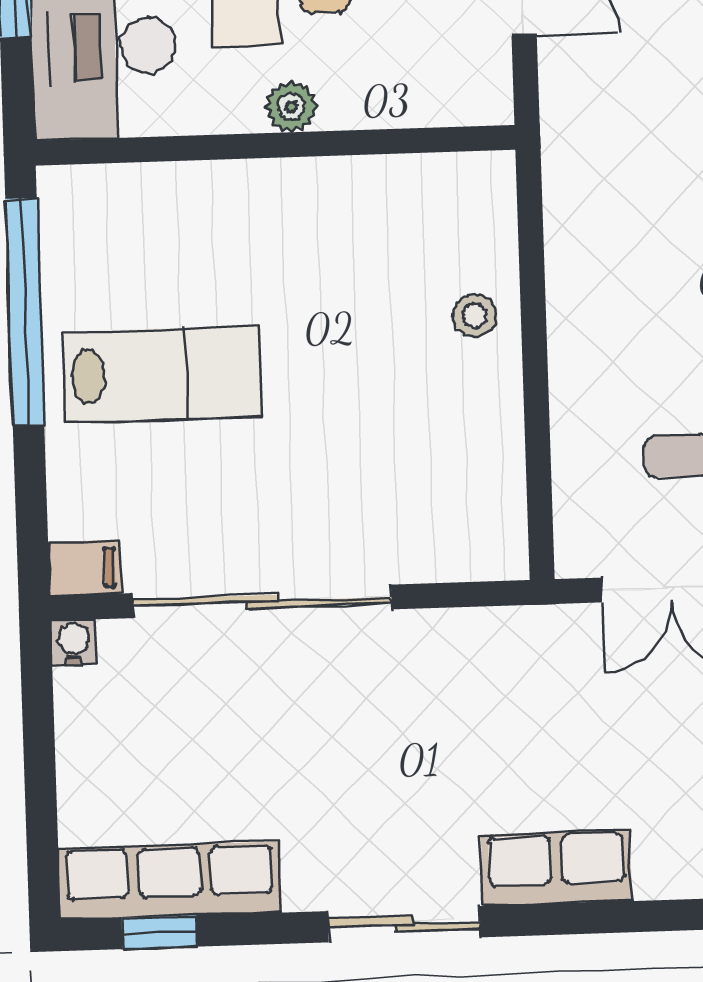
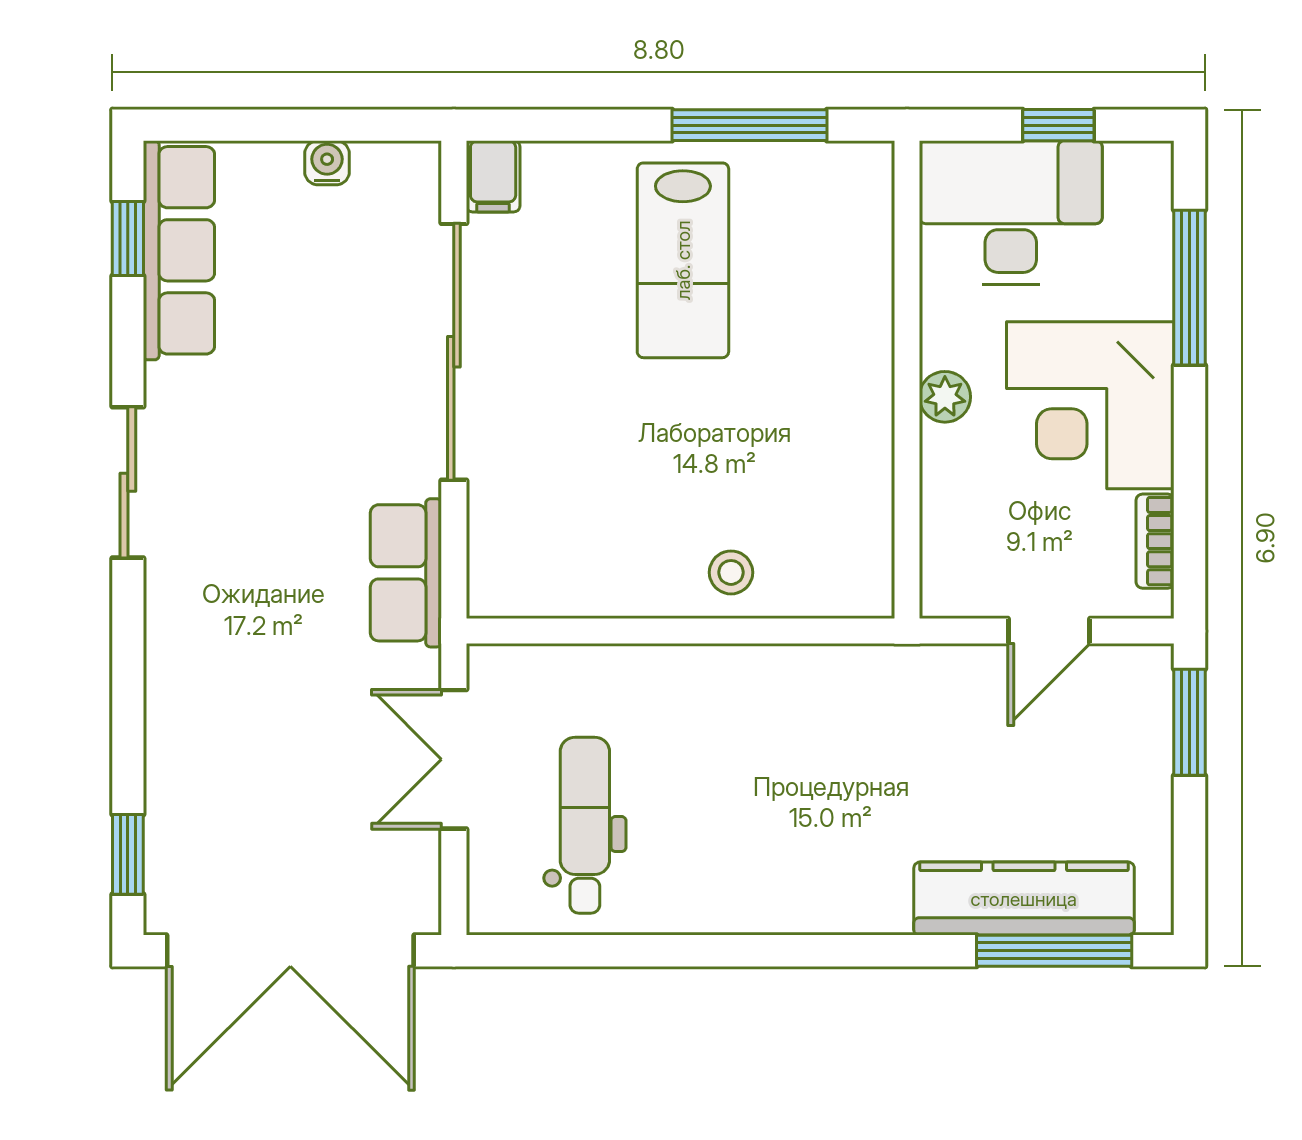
window: (25, 312) -> (750, 125), width x0.68
water cooler: (74, 642) -> (327, 163), moved, turned -90
row of seats: (556, 868) -> (406, 573), moved, turned 180

